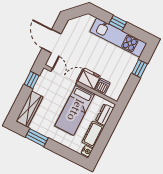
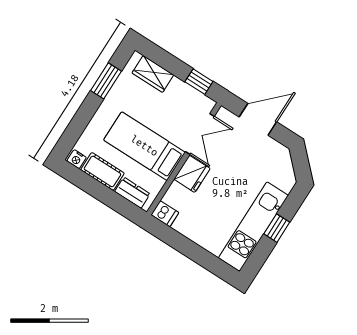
window: (140, 69) -> (200, 256), removed
dishwasher: (102, 86) -> (165, 214), moved
wardrobe: (30, 109) -> (153, 74), width x0.67

